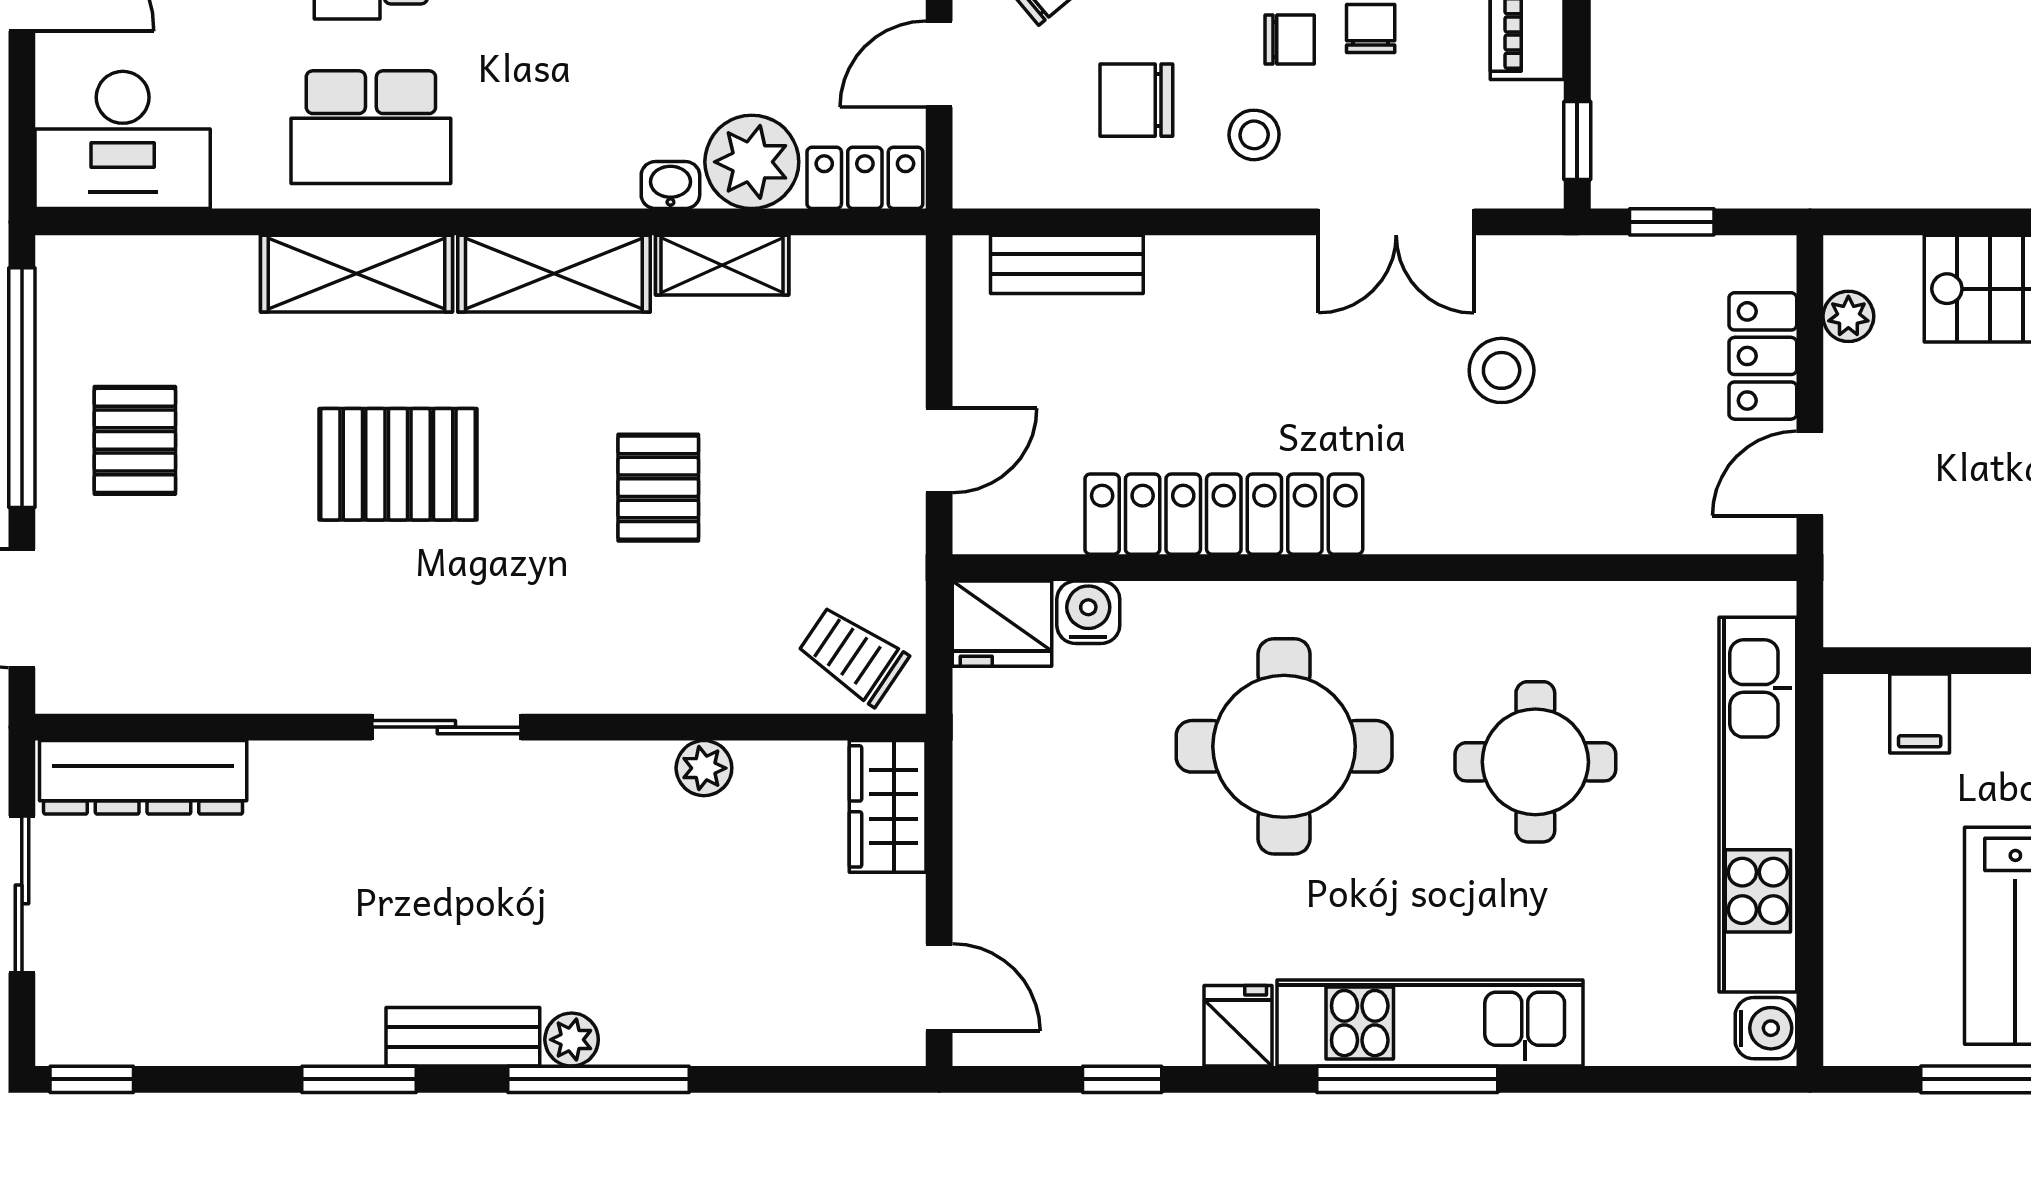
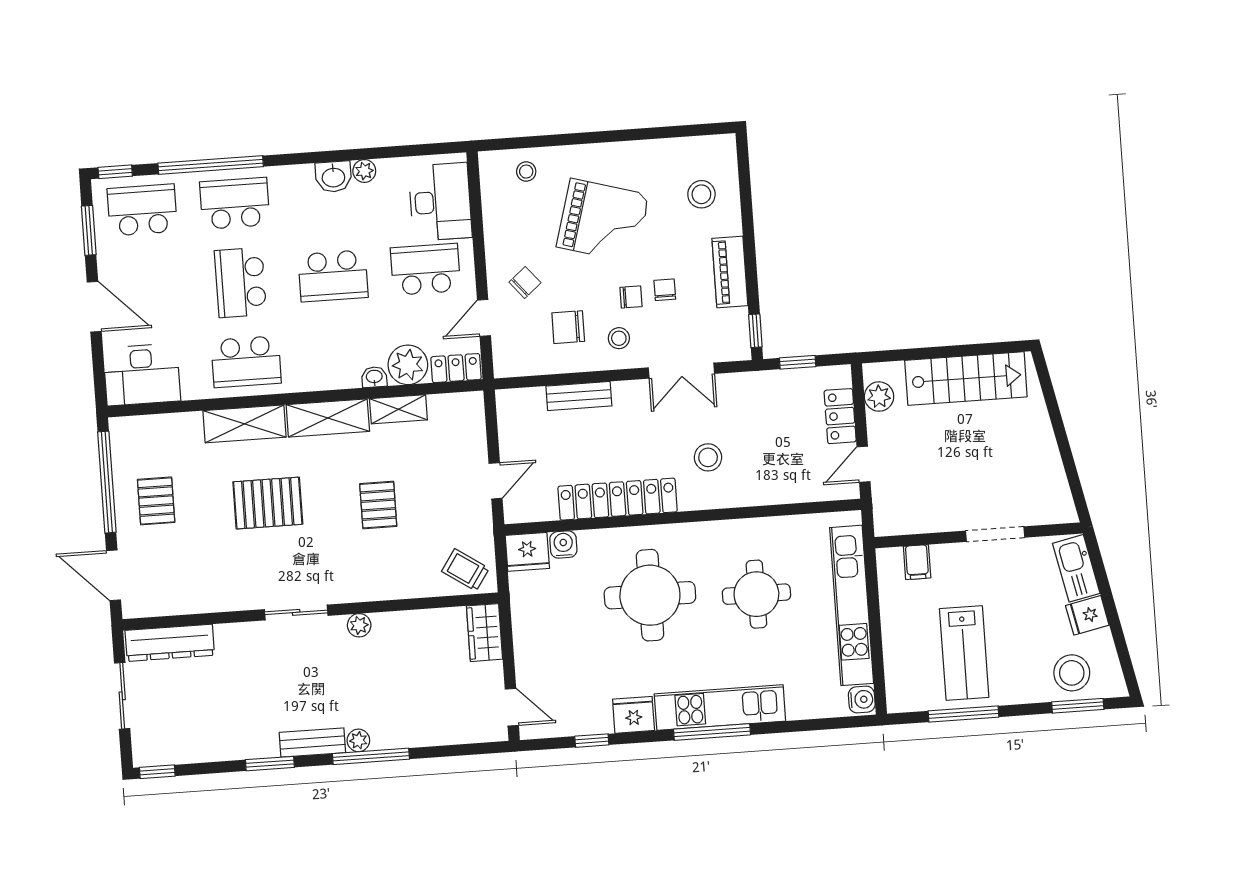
bench: (1067, 264) -> (579, 396), moved
plant: (1848, 316) -> (879, 397), width x1.38, depth x1.38
stool: (1502, 370) -> (708, 457), moved
plant: (704, 768) -> (359, 625), moved
fridge: (1238, 1026) -> (634, 715), width x1.38

